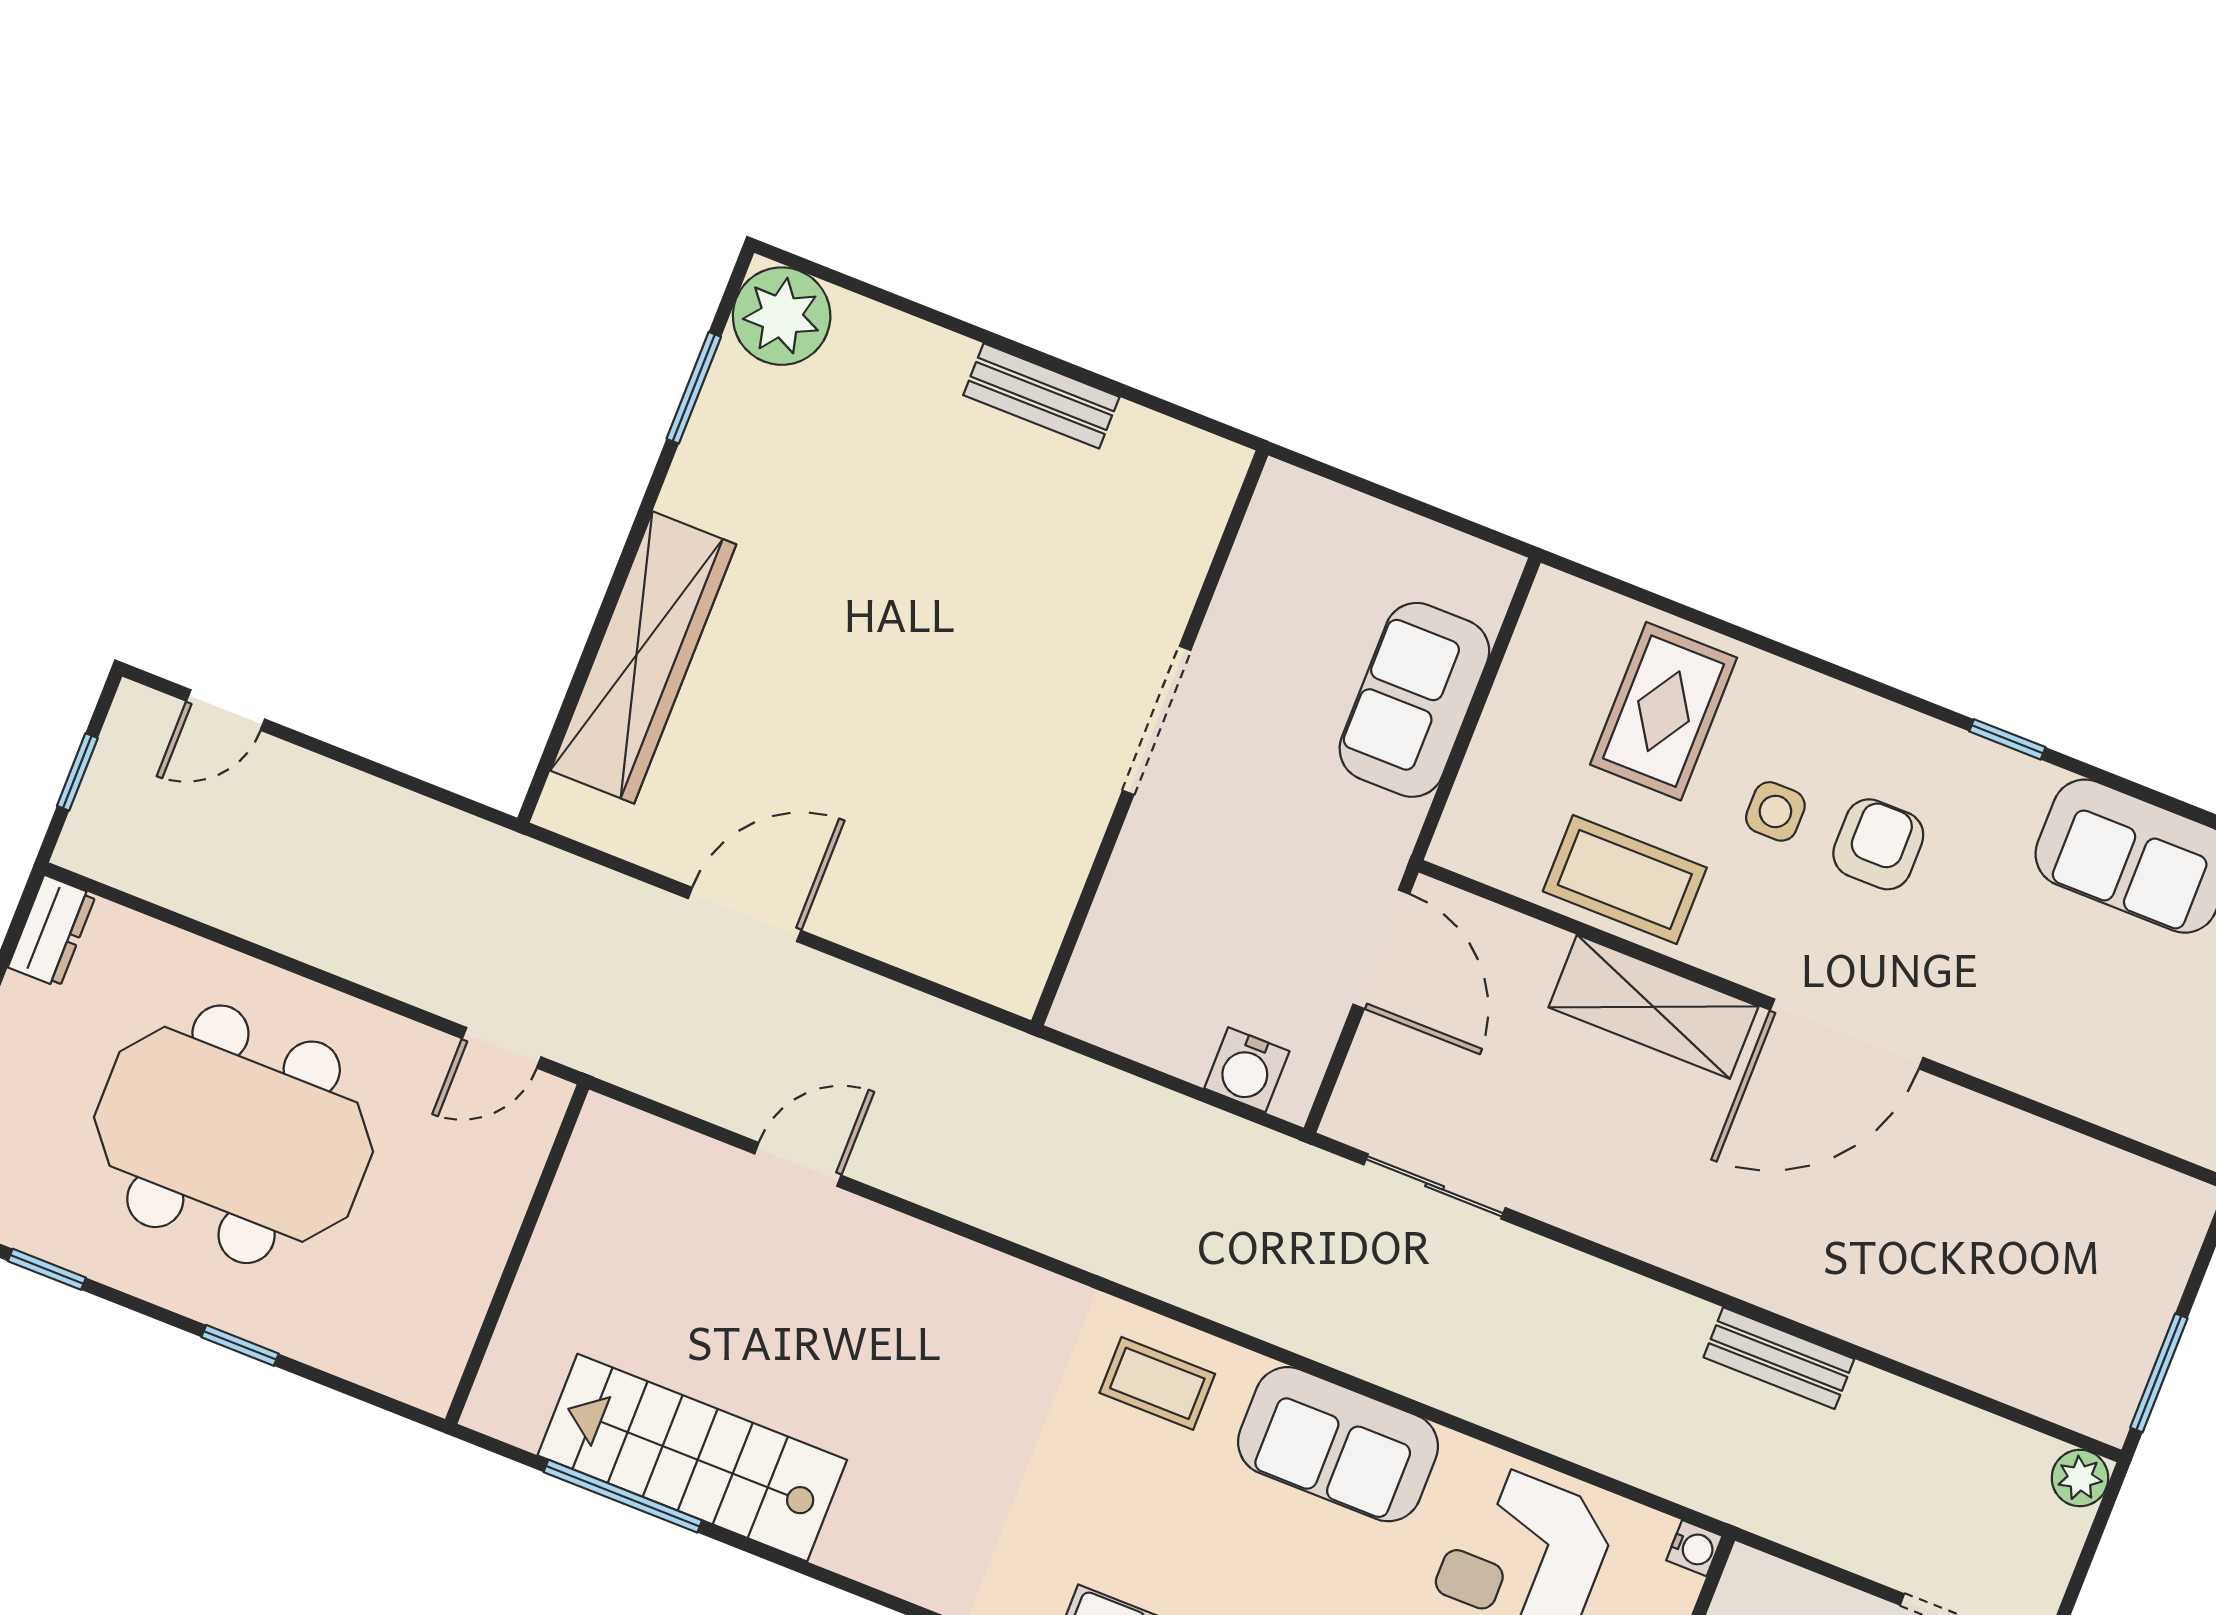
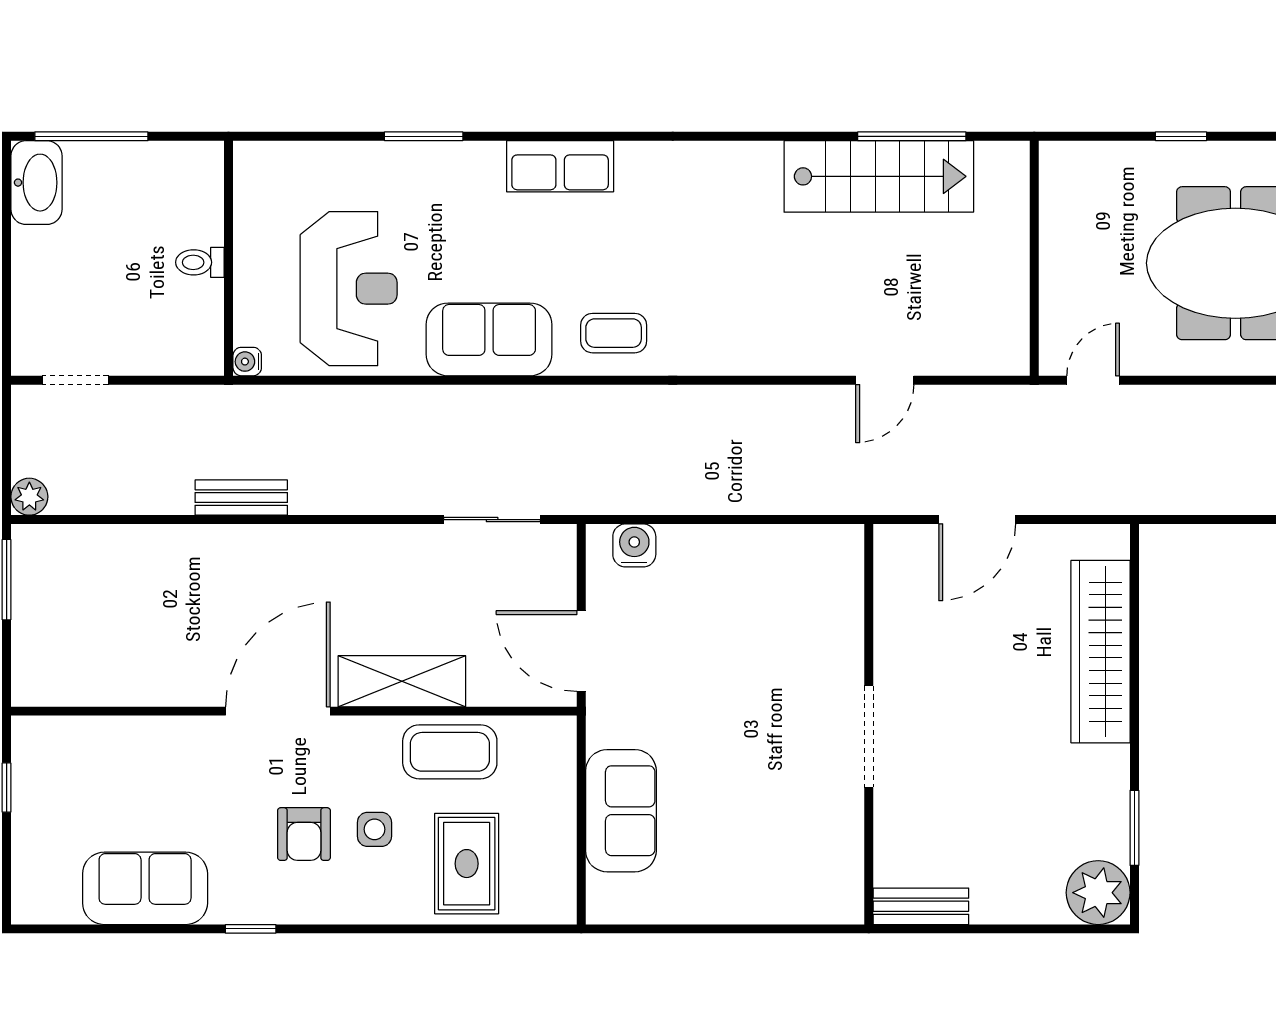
doorway: (1157, 720) -> (869, 736), moved
wall: (1150, 738) -> (869, 724), moved

